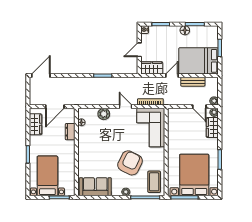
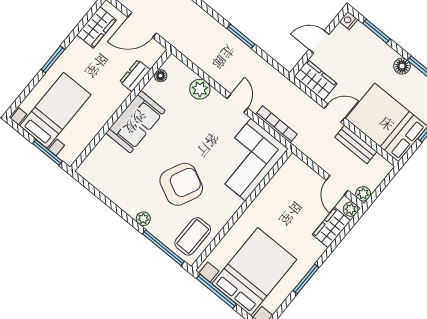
sofa: (95, 187) -> (135, 122), moved, turned 90

